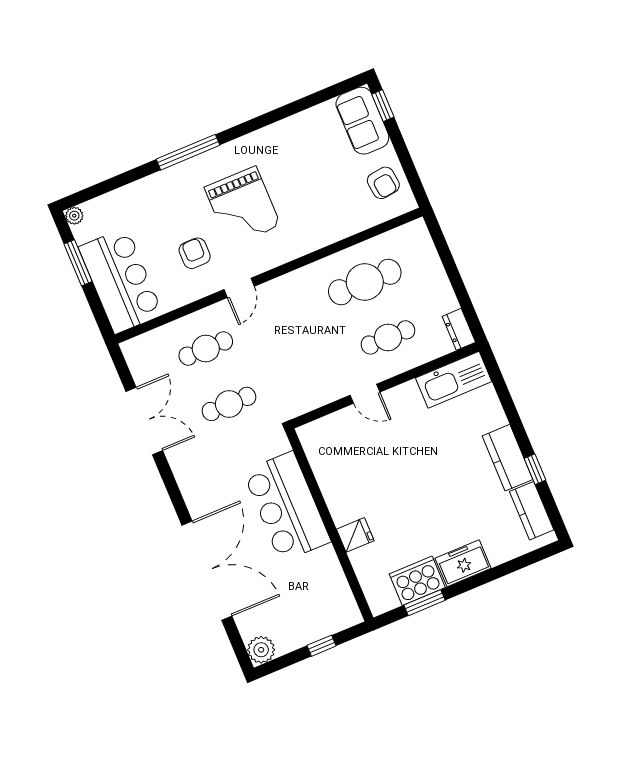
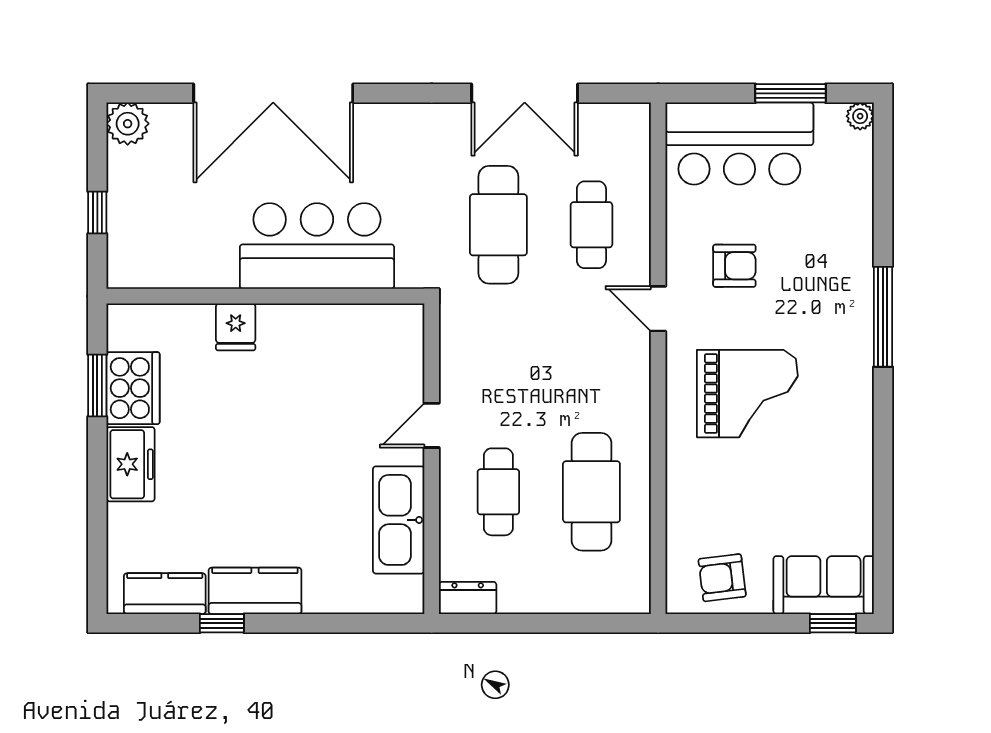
grand piano: (242, 206) -> (747, 394), moved, turned 180
kitchen sink: (454, 380) -> (399, 520), moved
cafe table: (229, 404) -> (498, 225), width x1.37, depth x1.35

